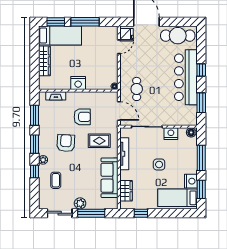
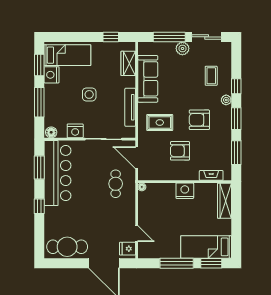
door: (119, 47) -> (137, 234), swing flipped
wardrobe: (44, 61) -> (225, 201), moved
bar counter: (186, 77) -> (57, 173), moved
armchair: (66, 143) -> (199, 120), turned 87

